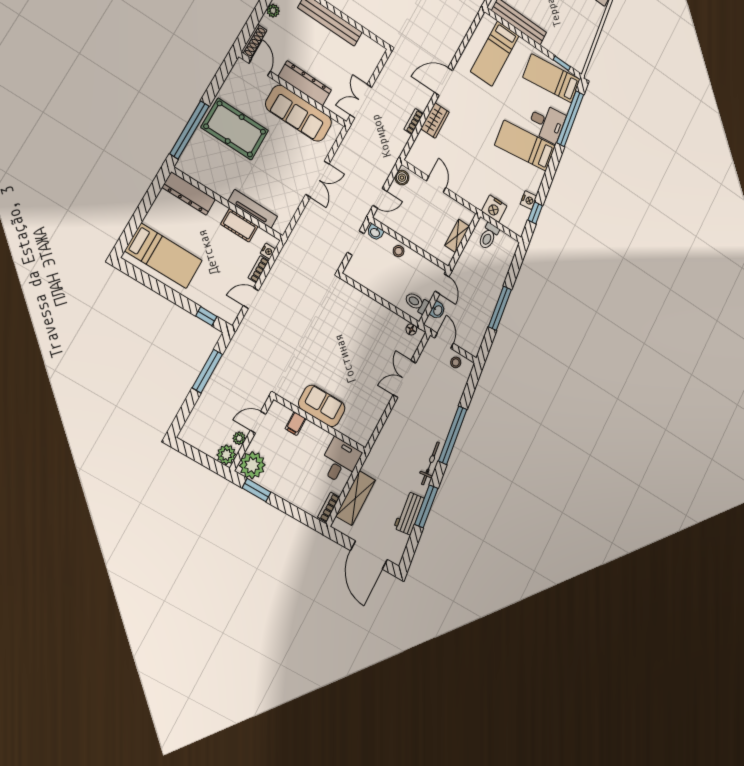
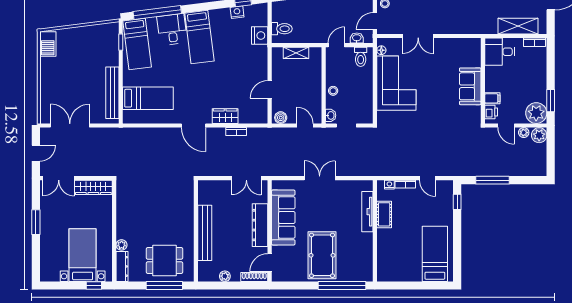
dresser: (189, 193) -> (384, 261), removed
corner sofa: (369, 325) -> (396, 83), added
printer: (282, 414) -> (491, 112), added

